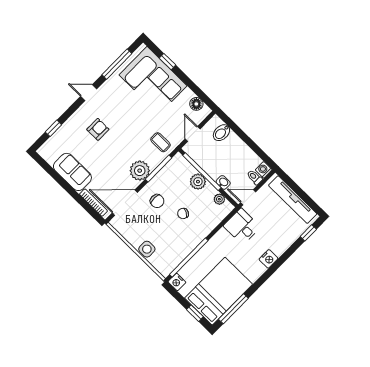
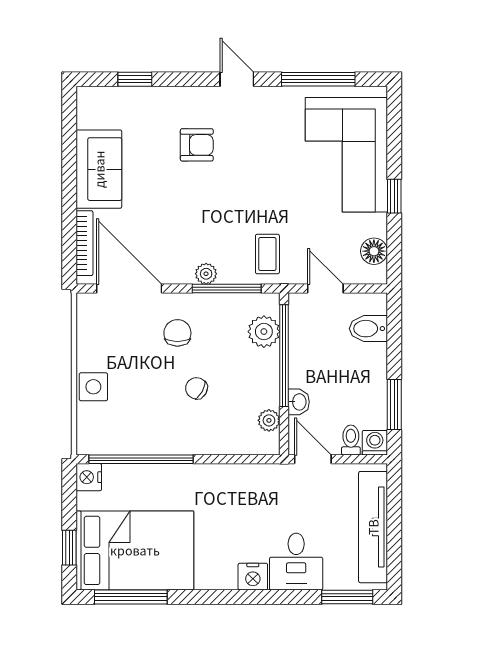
window: (167, 62) -> (394, 196), moved
door: (193, 134) -> (325, 289), hinge flipped
window: (257, 150) -> (394, 405), added
plant: (140, 171) -> (206, 274), width x0.53, depth x0.53
plant: (198, 182) -> (264, 332), moved
chair: (157, 201) -> (177, 333), turned 180
desk: (242, 226) -> (296, 562), moved, turned 180
window: (308, 233) -> (347, 597), width x1.50

